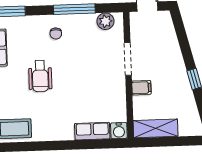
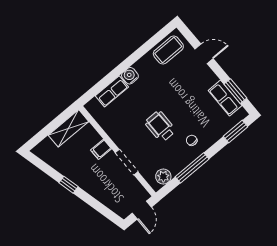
wheelchair: (40, 76) -> (160, 126), moved
water cooler: (119, 131) -> (130, 76), moved

